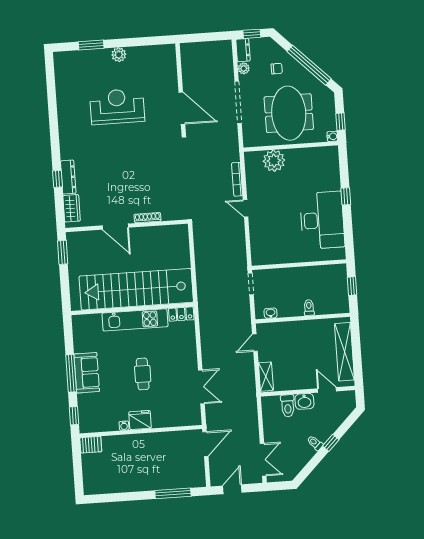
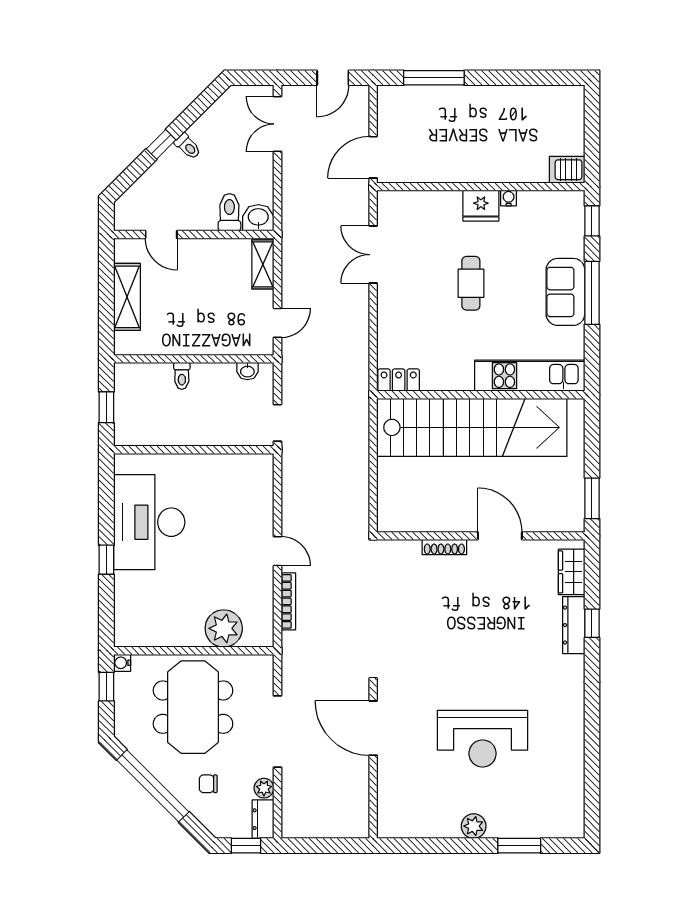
kitchen unit: (135, 320) -> (530, 376), moved
shelving: (344, 352) -> (127, 297), width x0.68
washbasin: (304, 401) -> (258, 218), moved

